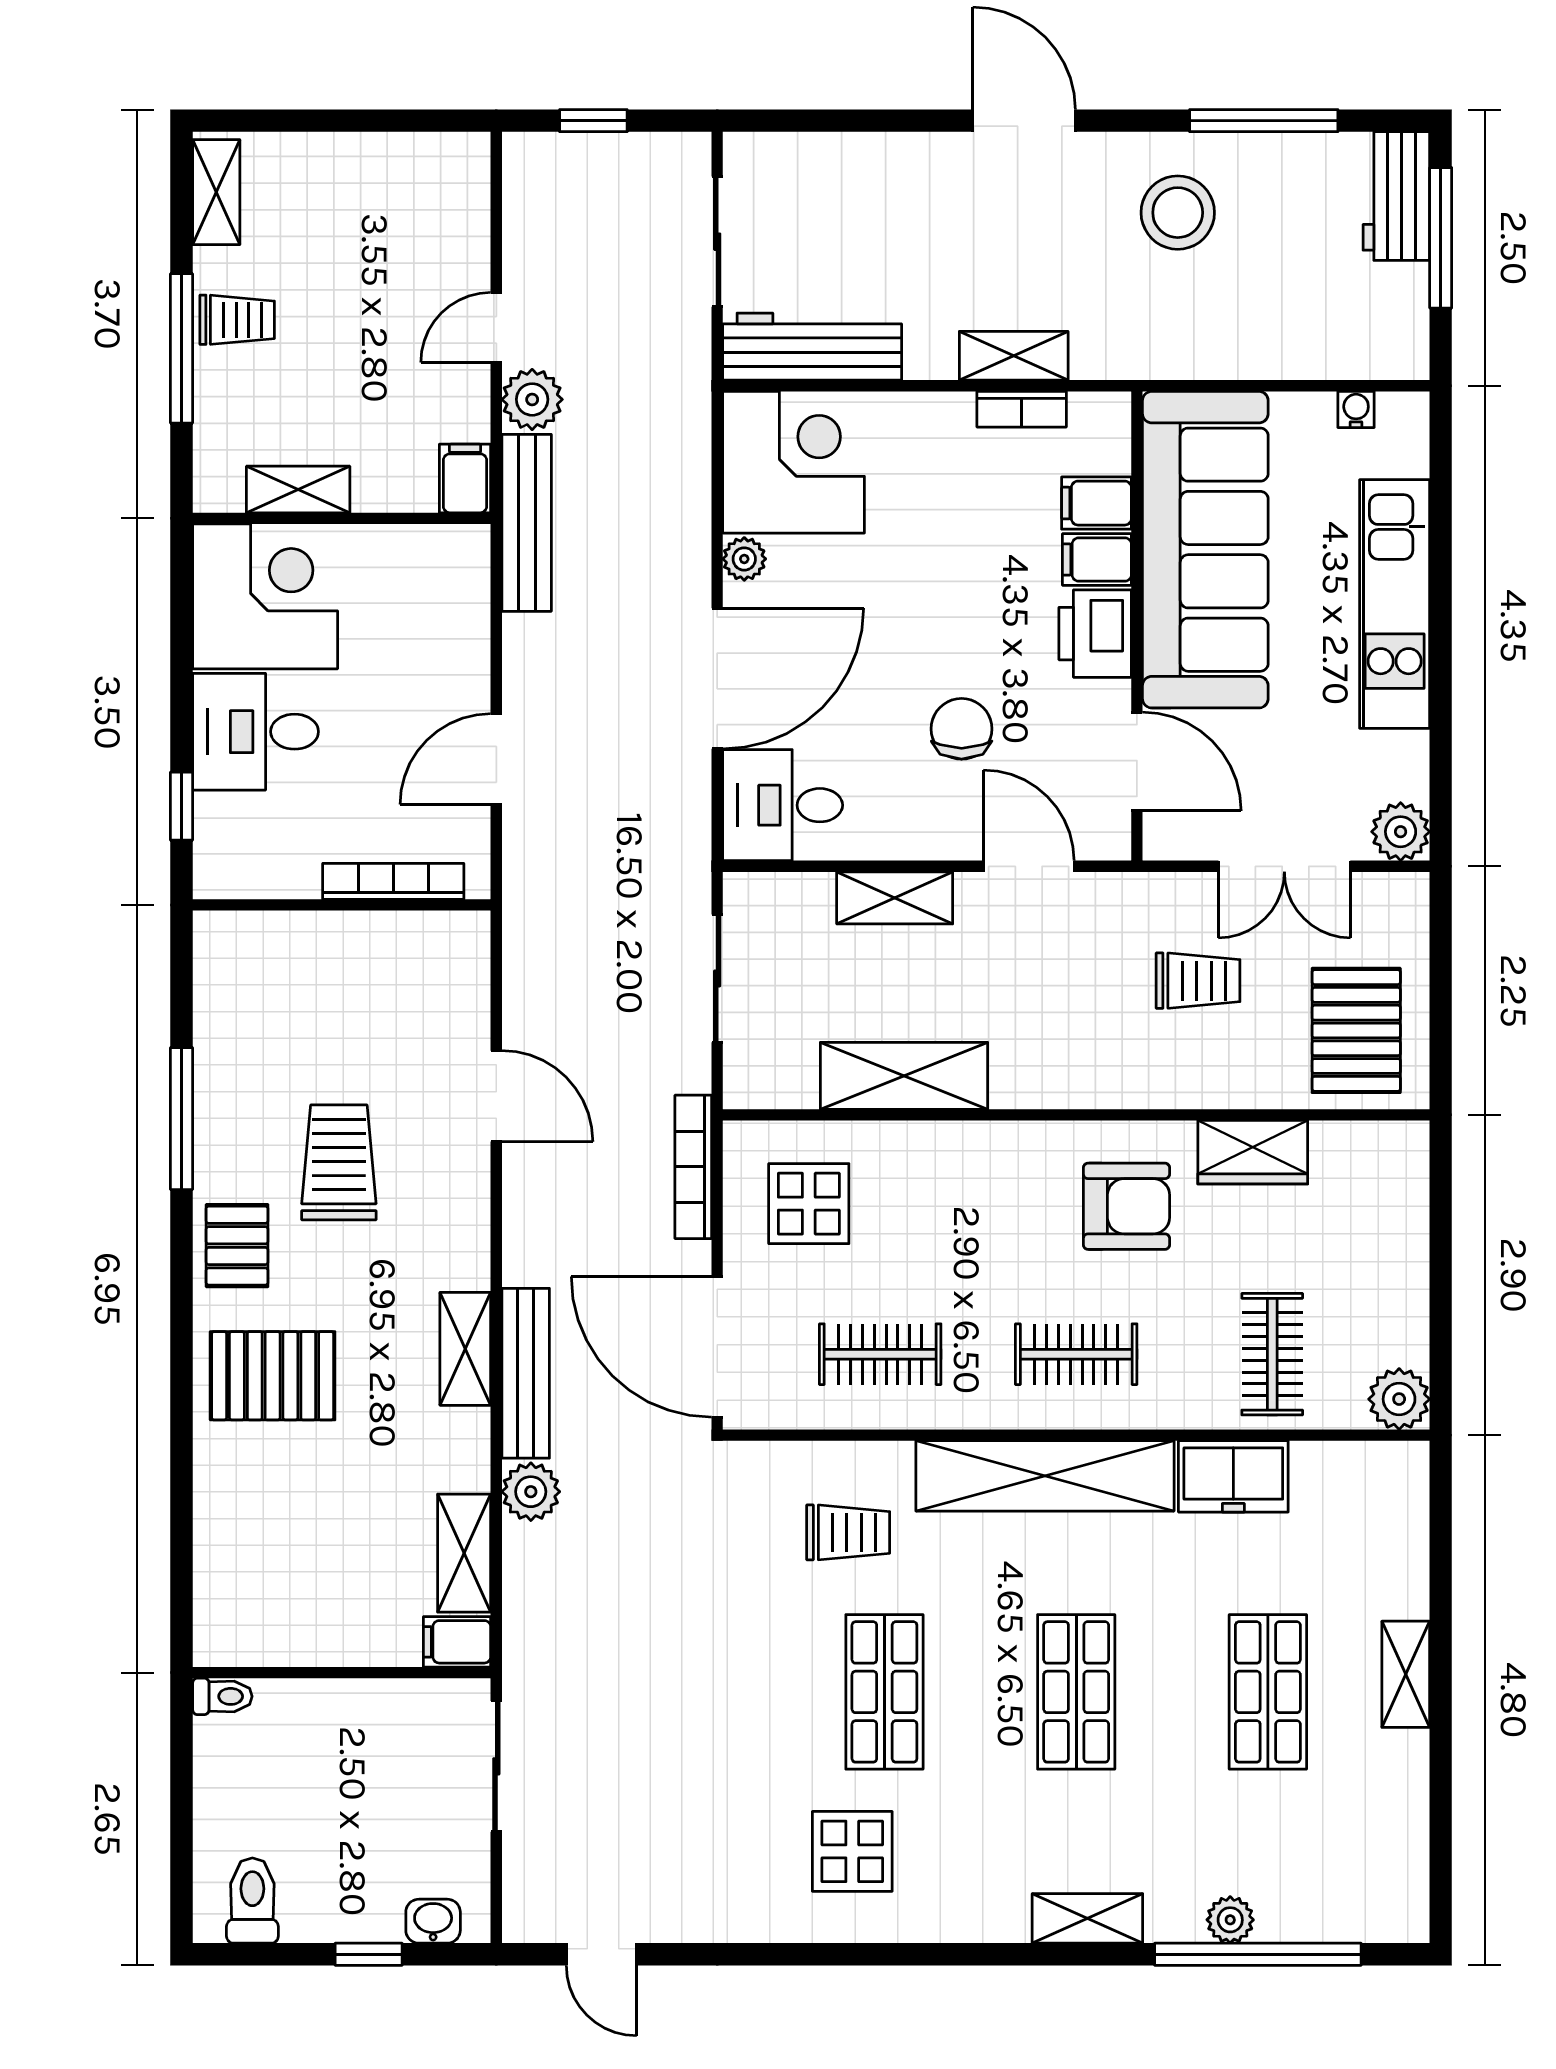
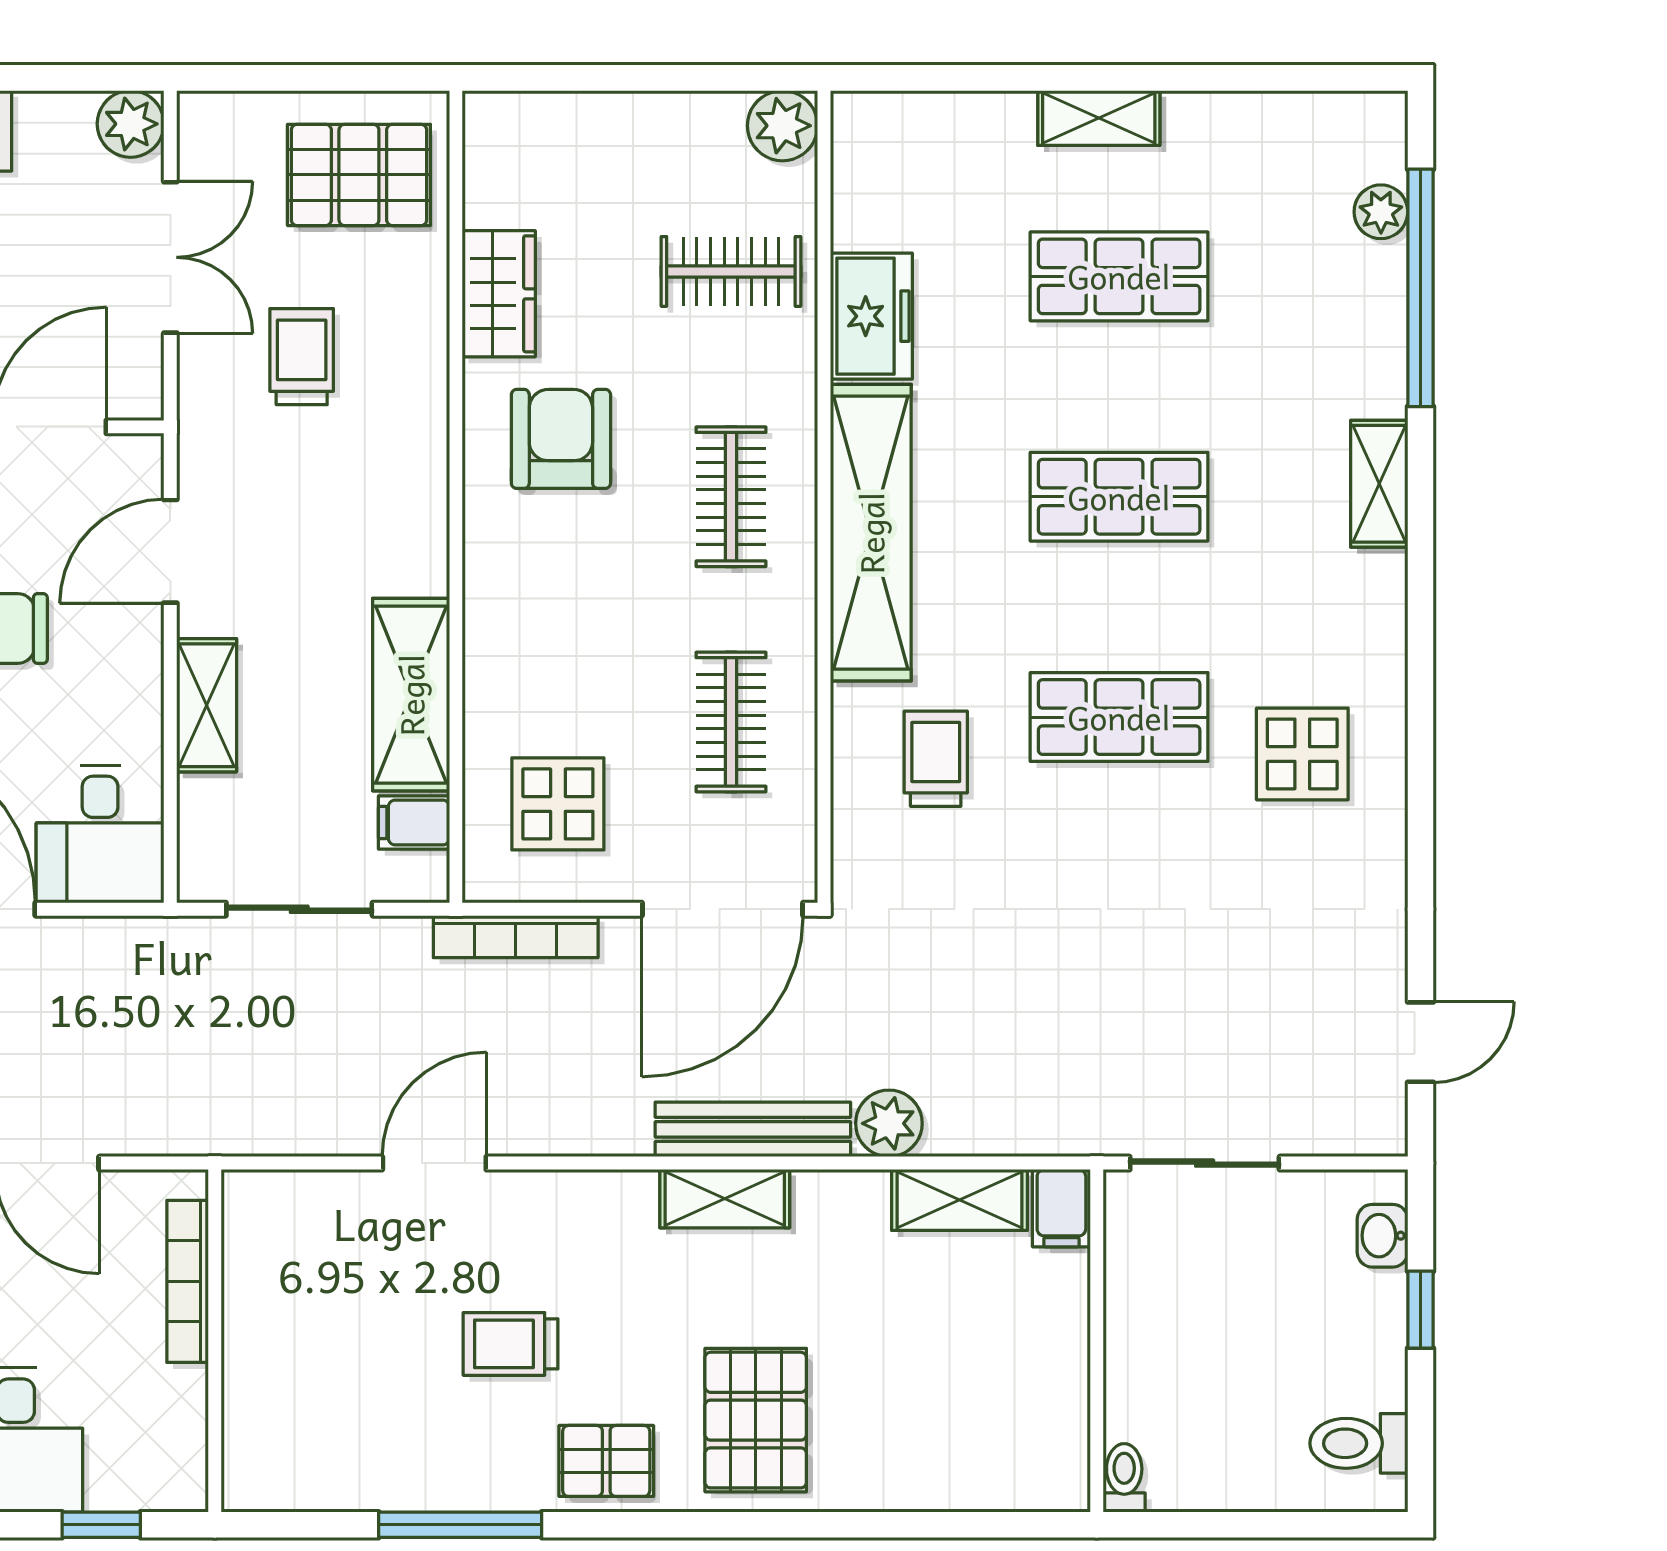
filing cabinet: (793, 1078) -> (414, 823), added
trolley: (339, 1162) -> (511, 1344), width x0.73, depth x0.72
plant: (1230, 1920) -> (1381, 212), moved

